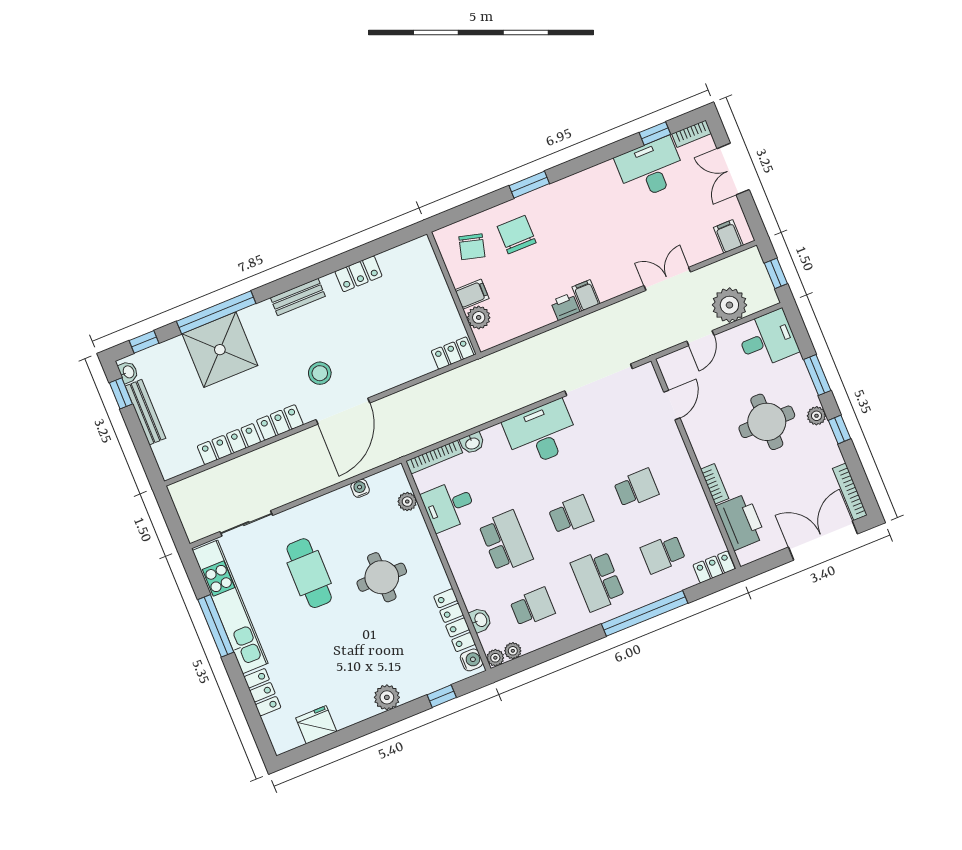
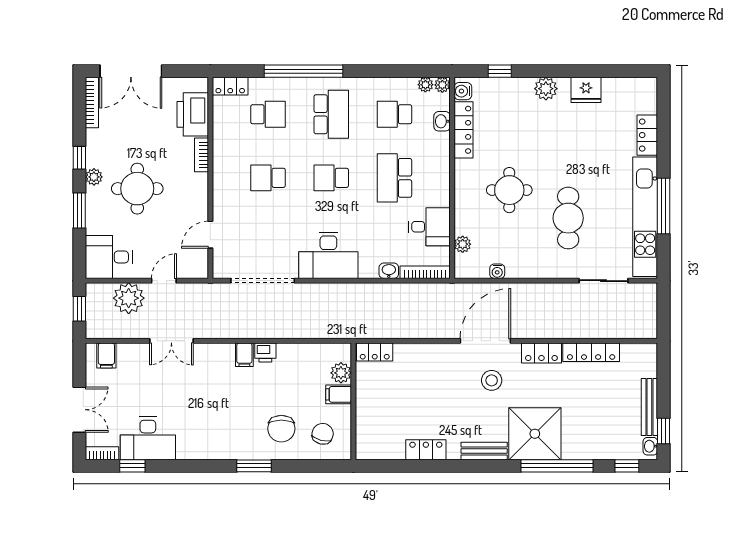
shower: (220, 350) -> (535, 434), moved
fridge: (316, 725) -> (586, 90), moved

